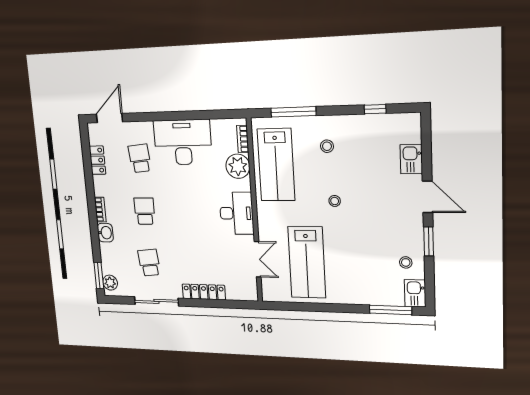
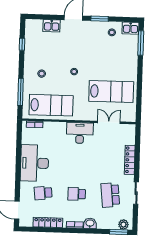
locker: (98, 160) -> (48, 222), width x1.53
plant: (238, 166) -> (51, 129), removed
school desk: (149, 263) -> (110, 195), width x1.85
sliding door: (156, 301) -> (136, 193), width x0.73

